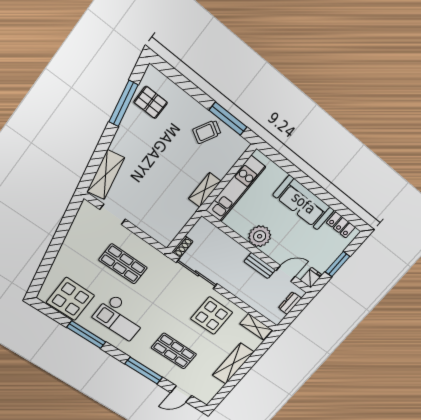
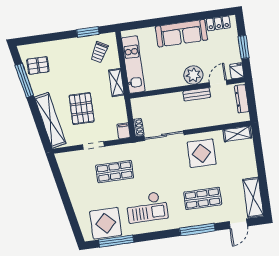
window: (228, 119) -> (88, 32), width x0.69
trolley: (207, 132) -> (99, 52), moved
shelving: (106, 175) -> (50, 120), width x1.47
pallet: (150, 182) -> (82, 109), added
doorway: (113, 214) -> (93, 146), moved
plant: (260, 236) -> (193, 75), moved
filing cabinet: (167, 237) -> (124, 131), added
dresser: (290, 303) -> (242, 99), width x1.44
window: (86, 335) -> (116, 241), moved
shelving: (233, 364) -> (253, 198), moved

